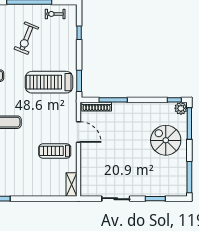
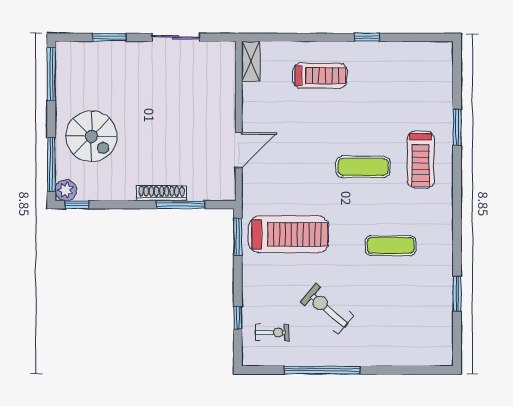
exercise bike: (55, 14) -> (272, 333), moved
exercise bike: (26, 38) -> (327, 309), turned -71
shoe rack: (97, 107) -> (162, 193), moved
door: (79, 132) -> (239, 150), swing flipped
treadmill: (55, 151) -> (320, 76), moved

